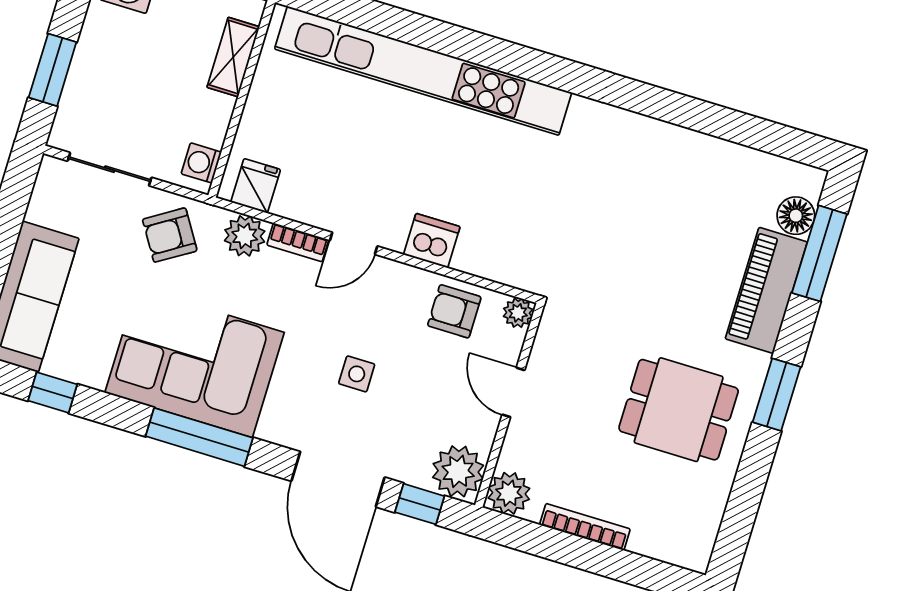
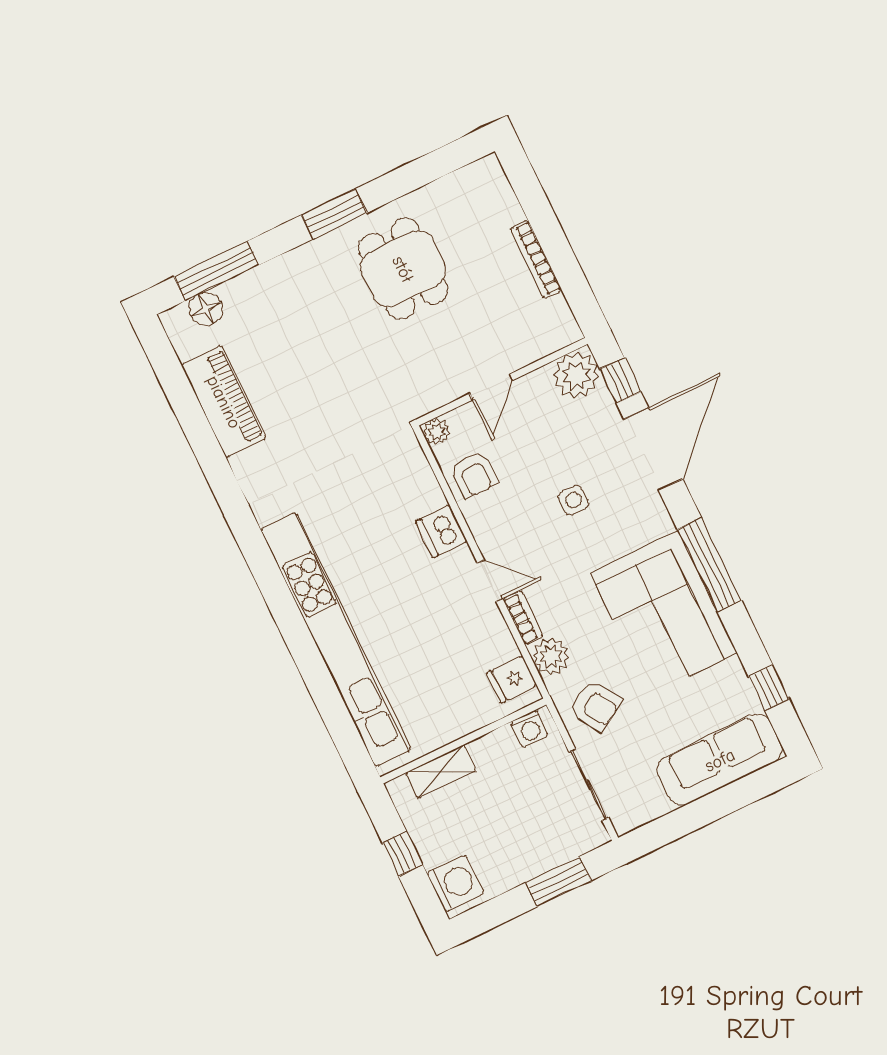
piano: (766, 290) -> (224, 402), moved, turned -90
plant: (509, 493) -> (560, 329), removed

